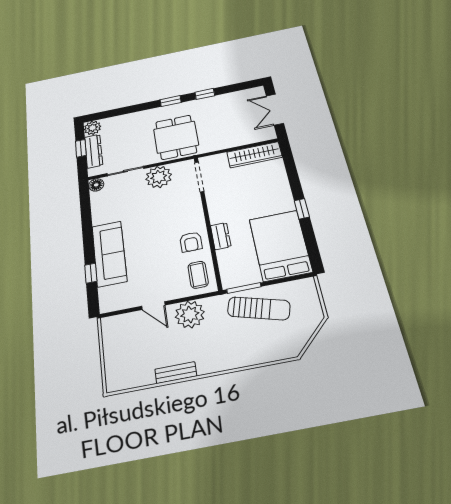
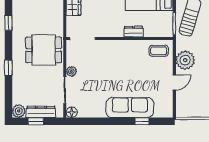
window: (171, 101) -> (8, 68), moved
plant: (159, 177) -> (71, 71), width x0.53, depth x0.53
armchair: (191, 242) -> (133, 52), removed

